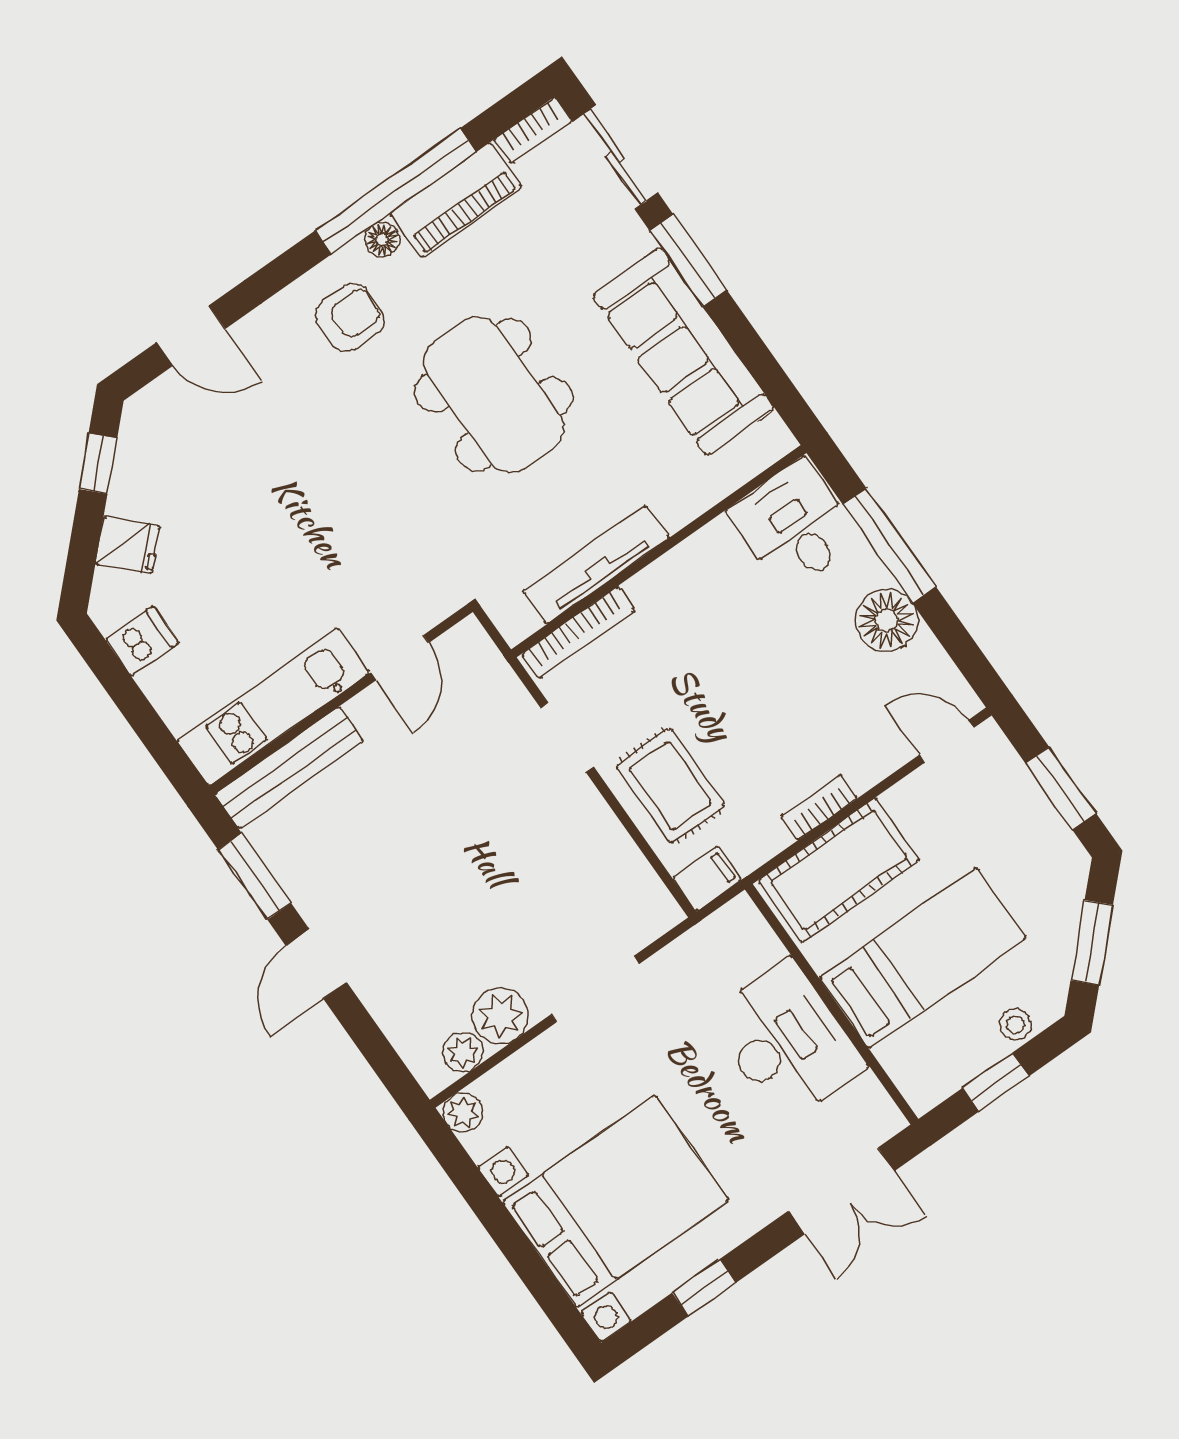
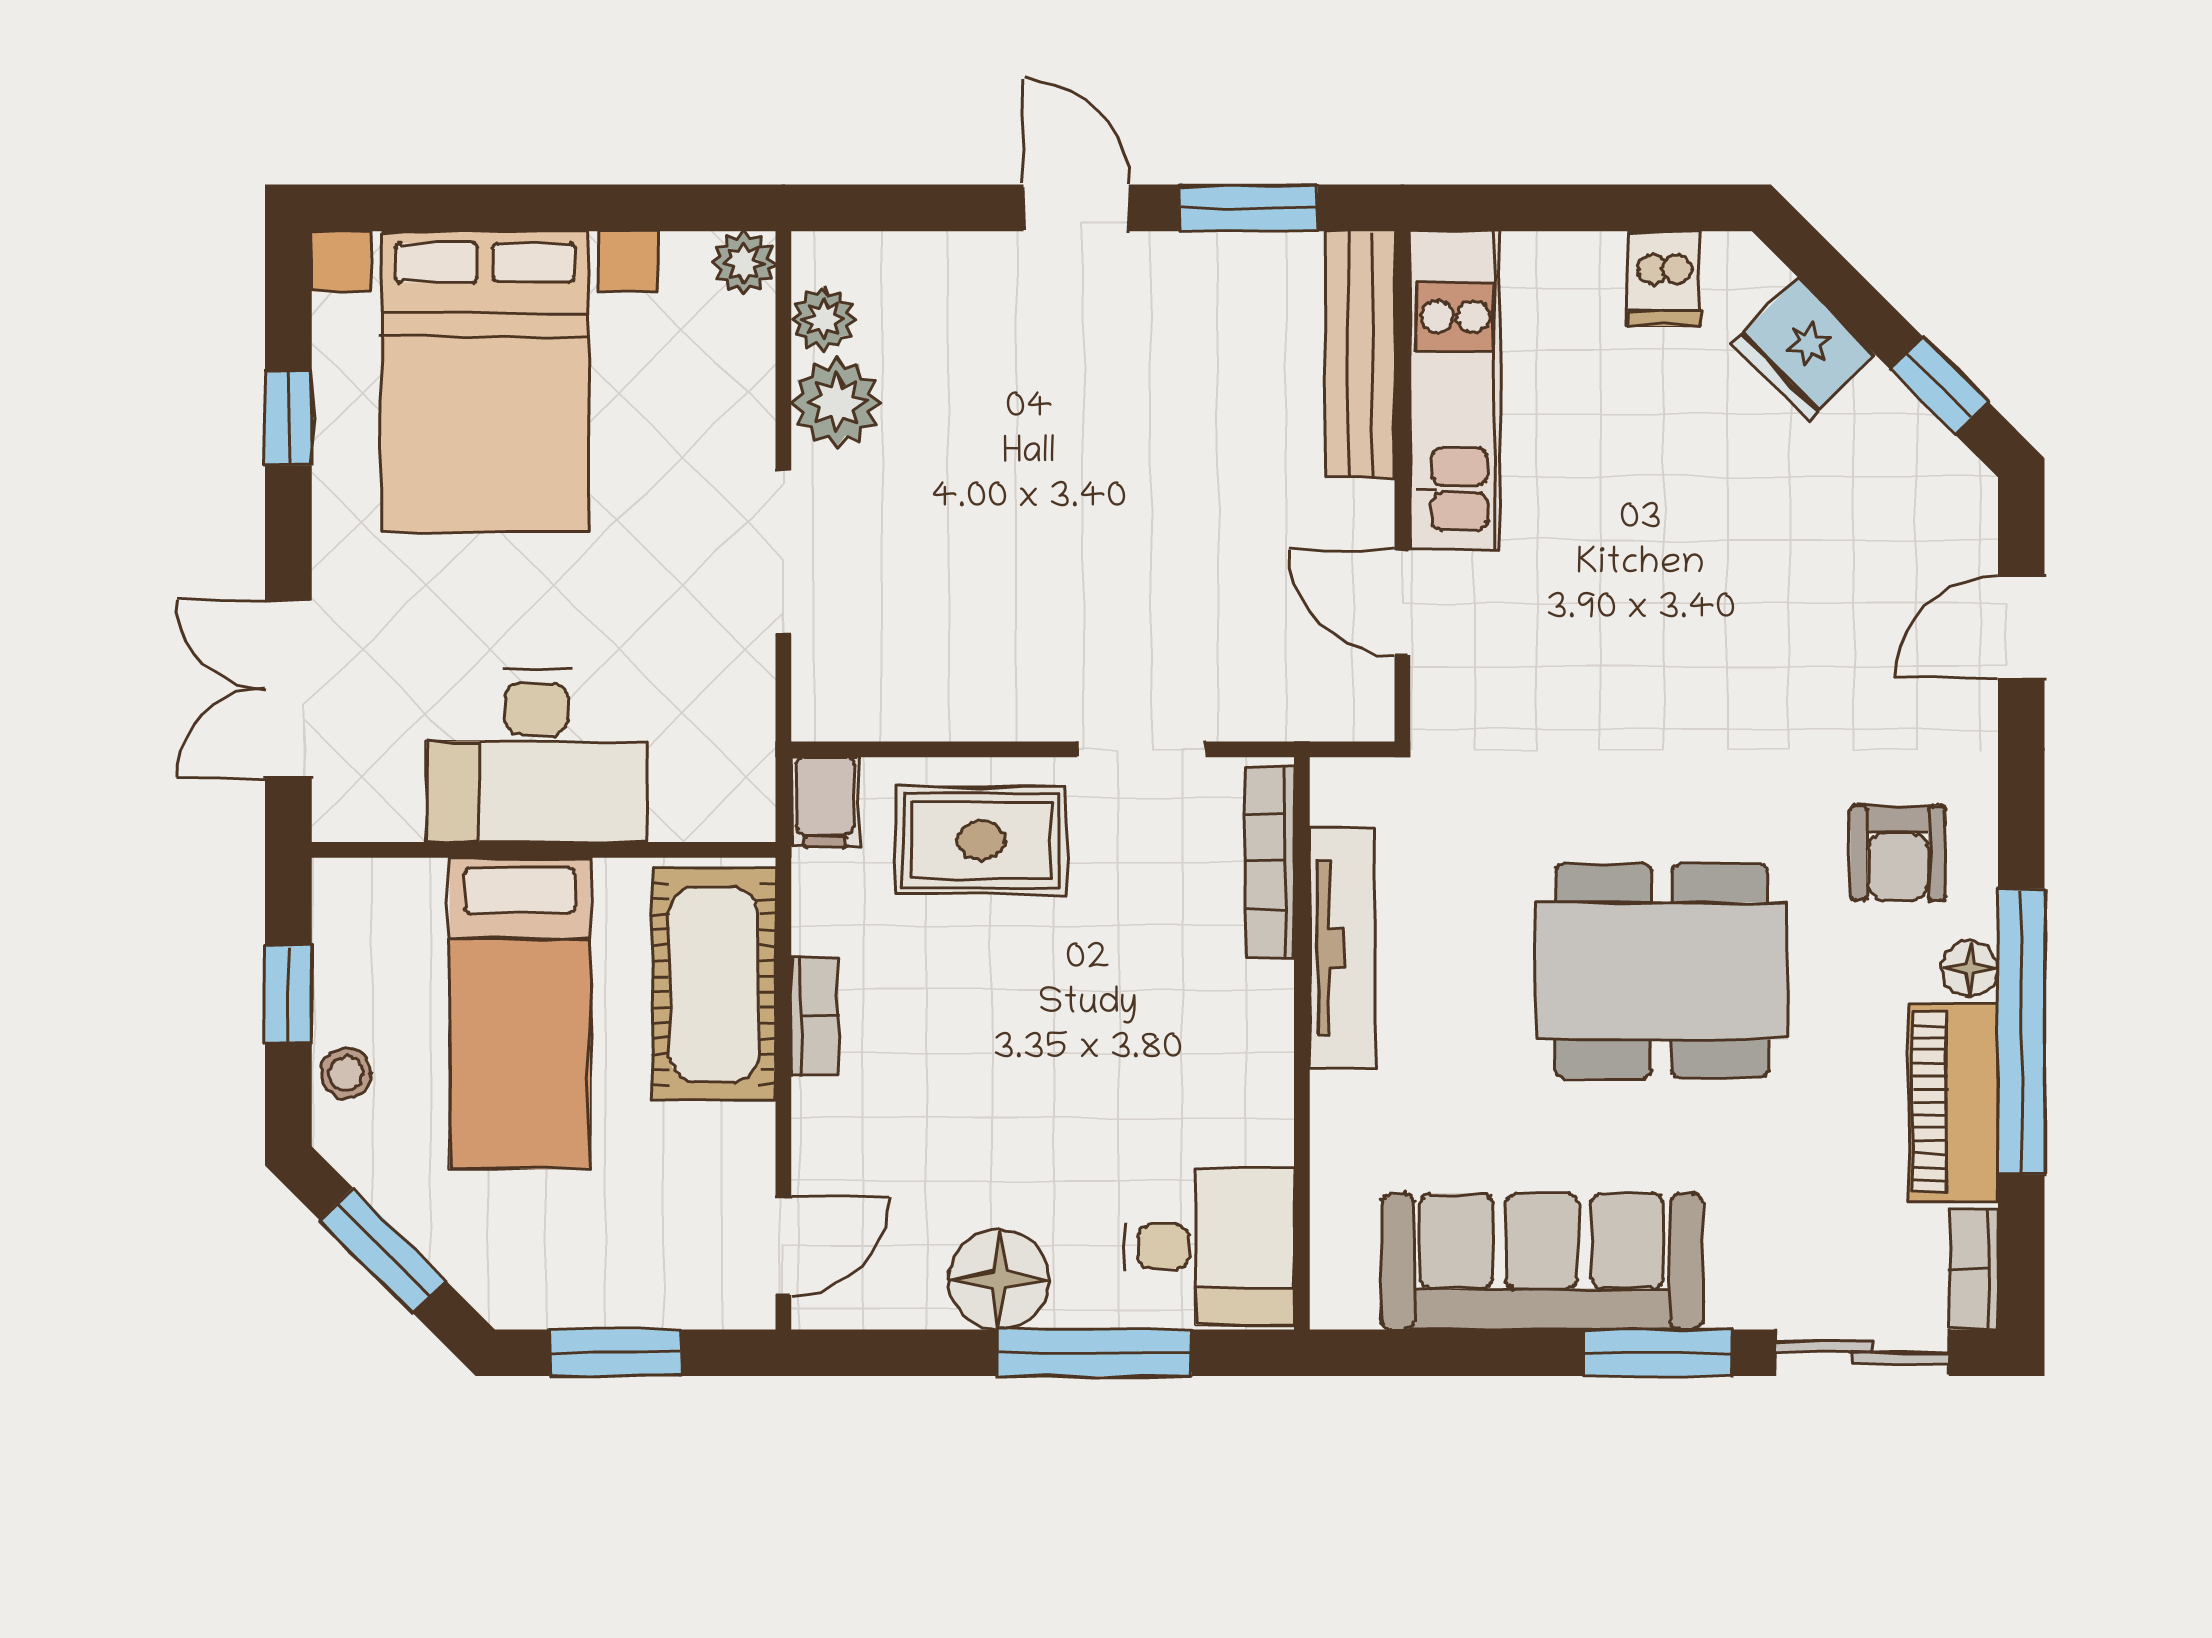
fridge: (128, 545) -> (1804, 349), width x1.38

